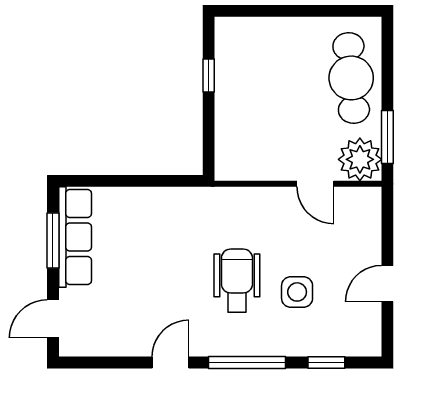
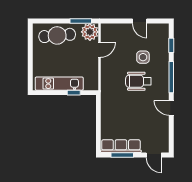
window: (209, 76) -> (74, 93), moved
kitchen unit: (231, 83) -> (59, 84), added

